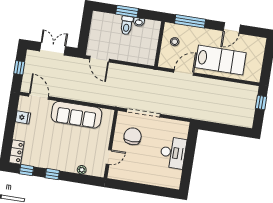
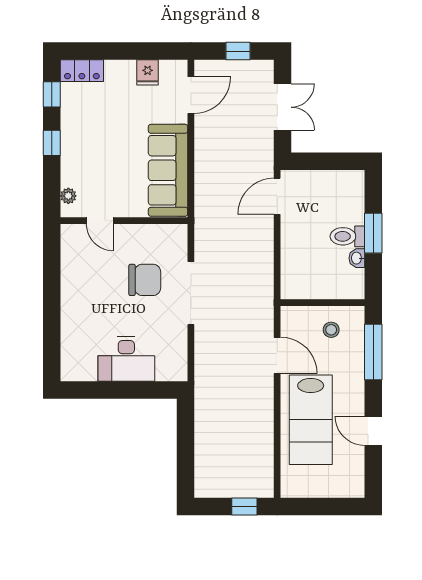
wall: (111, 144) -> (124, 221), moved
door: (109, 157) -> (100, 221), moved

